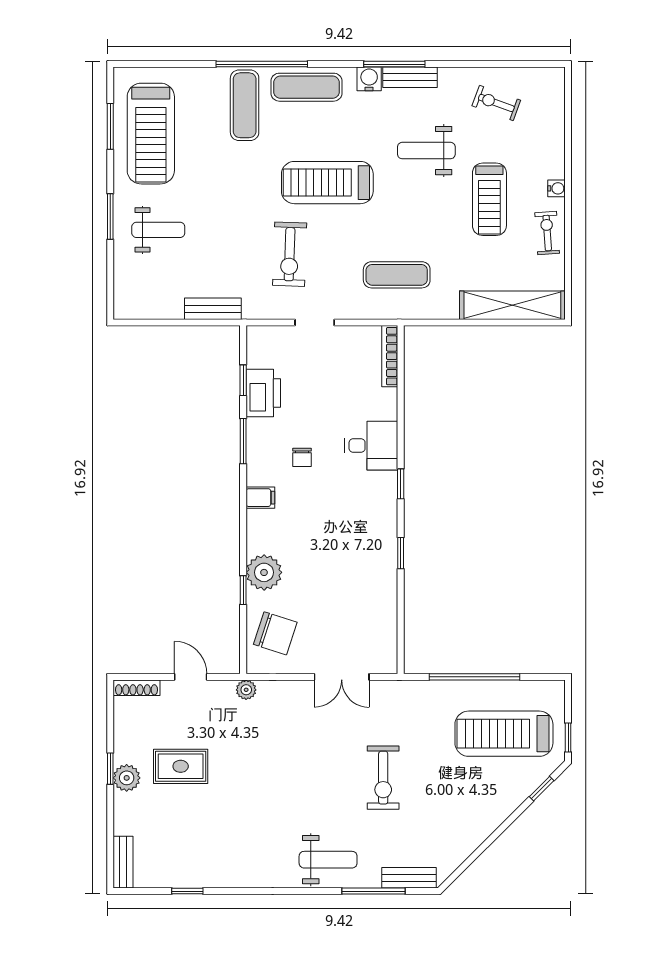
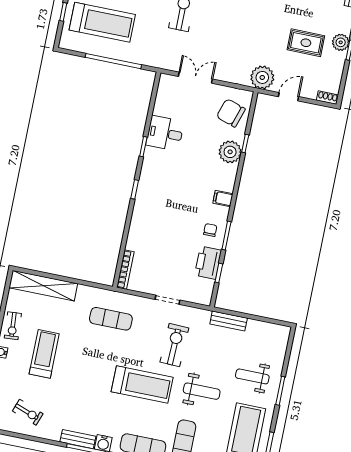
weight bench: (426, 151) -> (202, 391), moved
desk: (371, 446) -> (165, 133), moved
chair: (302, 457) -> (210, 230), moved
door: (191, 677) -> (288, 97), swing flipped
shoe rack: (136, 688) -> (328, 98), width x0.70
plant: (246, 690) -> (262, 77), width x1.87, depth x1.87

